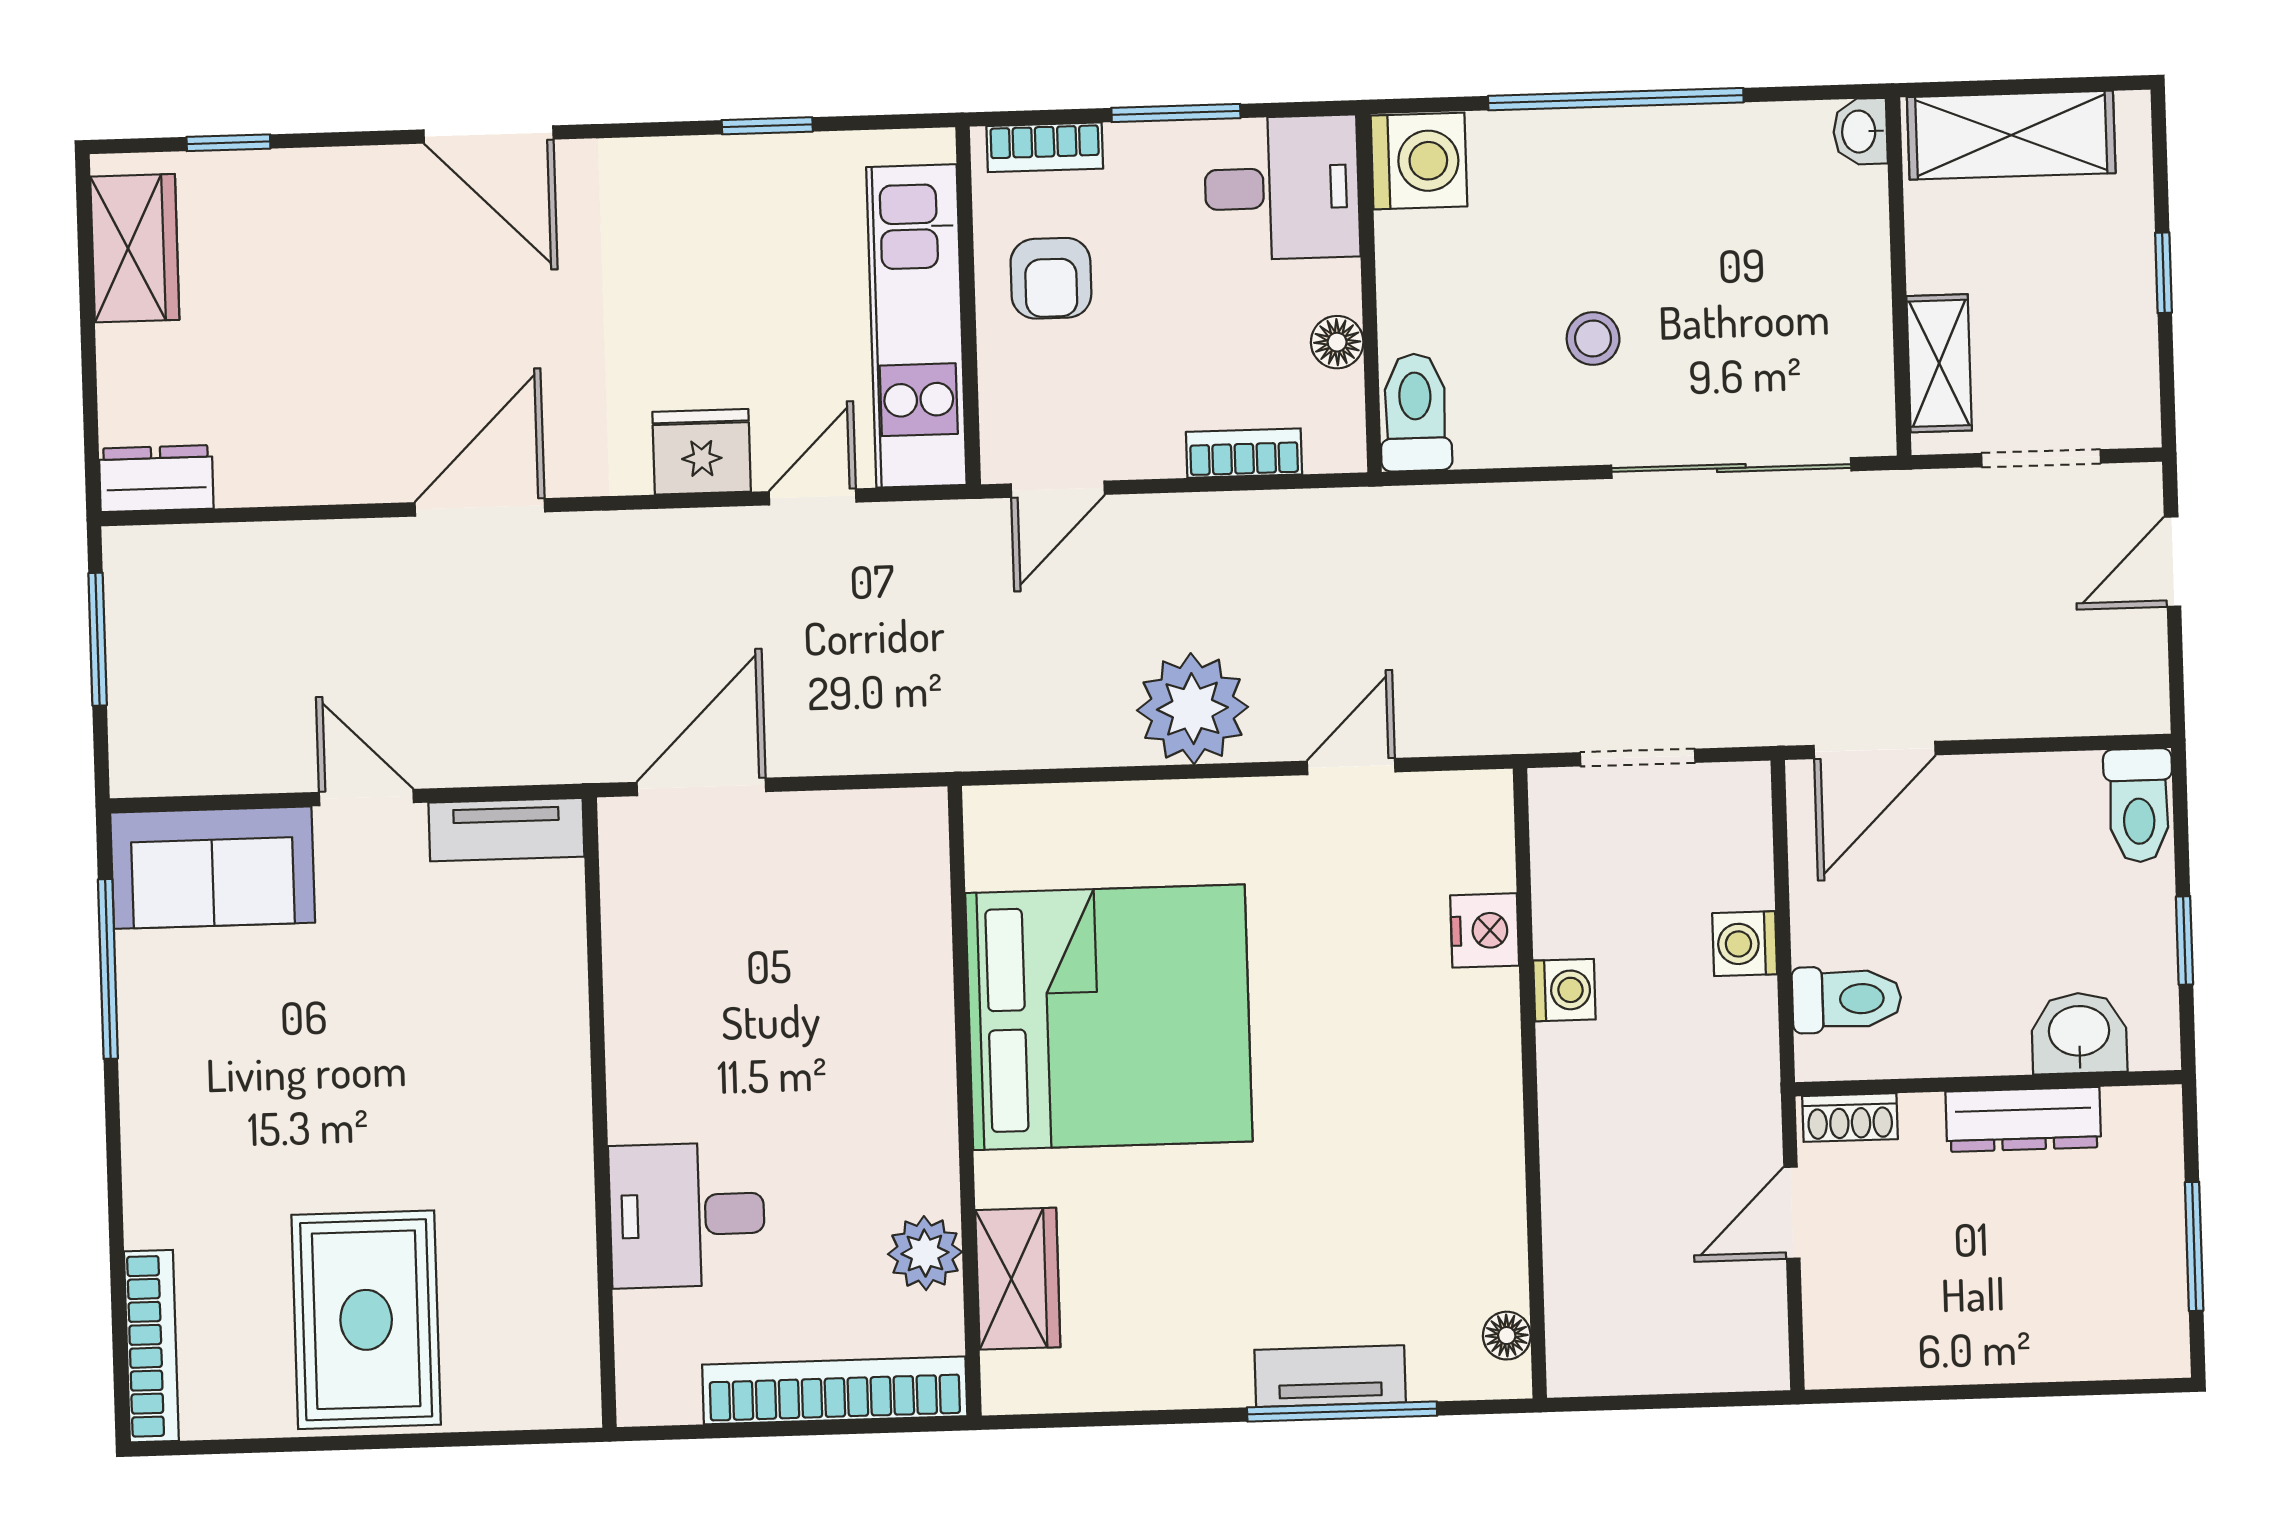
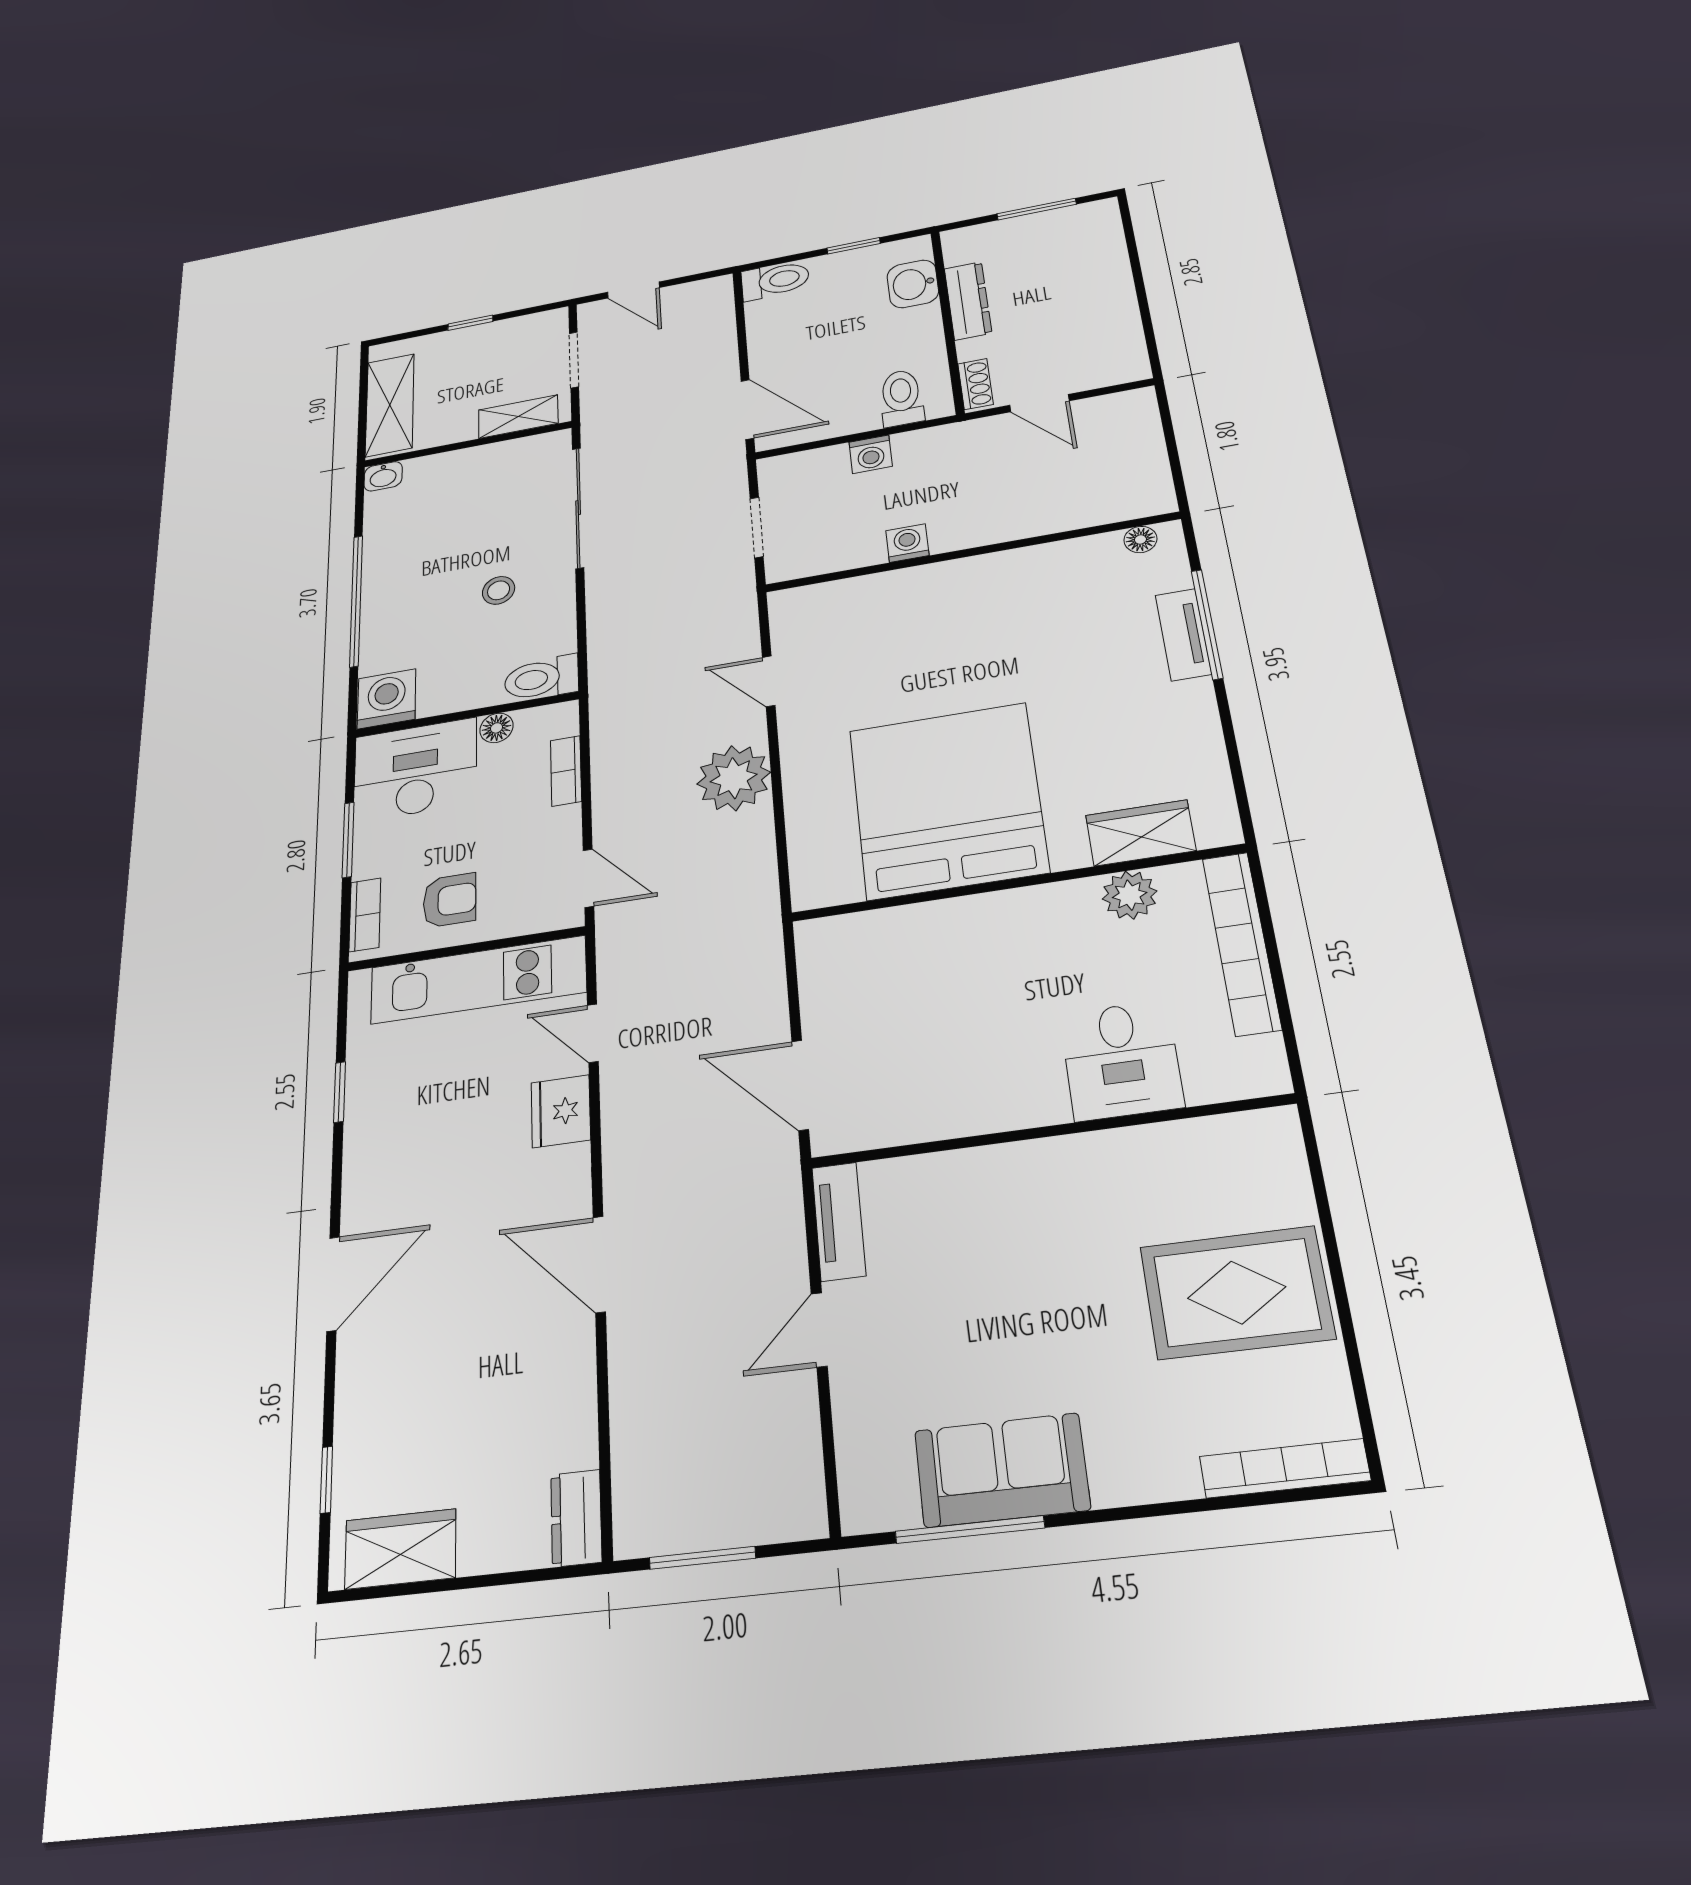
desk: (1282, 188) -> (415, 770), width x1.37
sofa: (213, 868) -> (1002, 1470), moved, turned -90
nightstand: (1485, 930) -> (872, 592), removed

